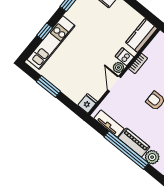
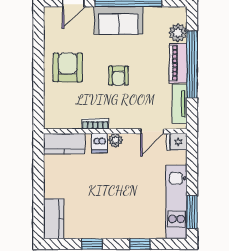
kitchen unit: (51, 43) -> (177, 202), moved, turned -90
door: (114, 84) -> (152, 131), moved
window: (48, 86) -> (192, 212), moved

